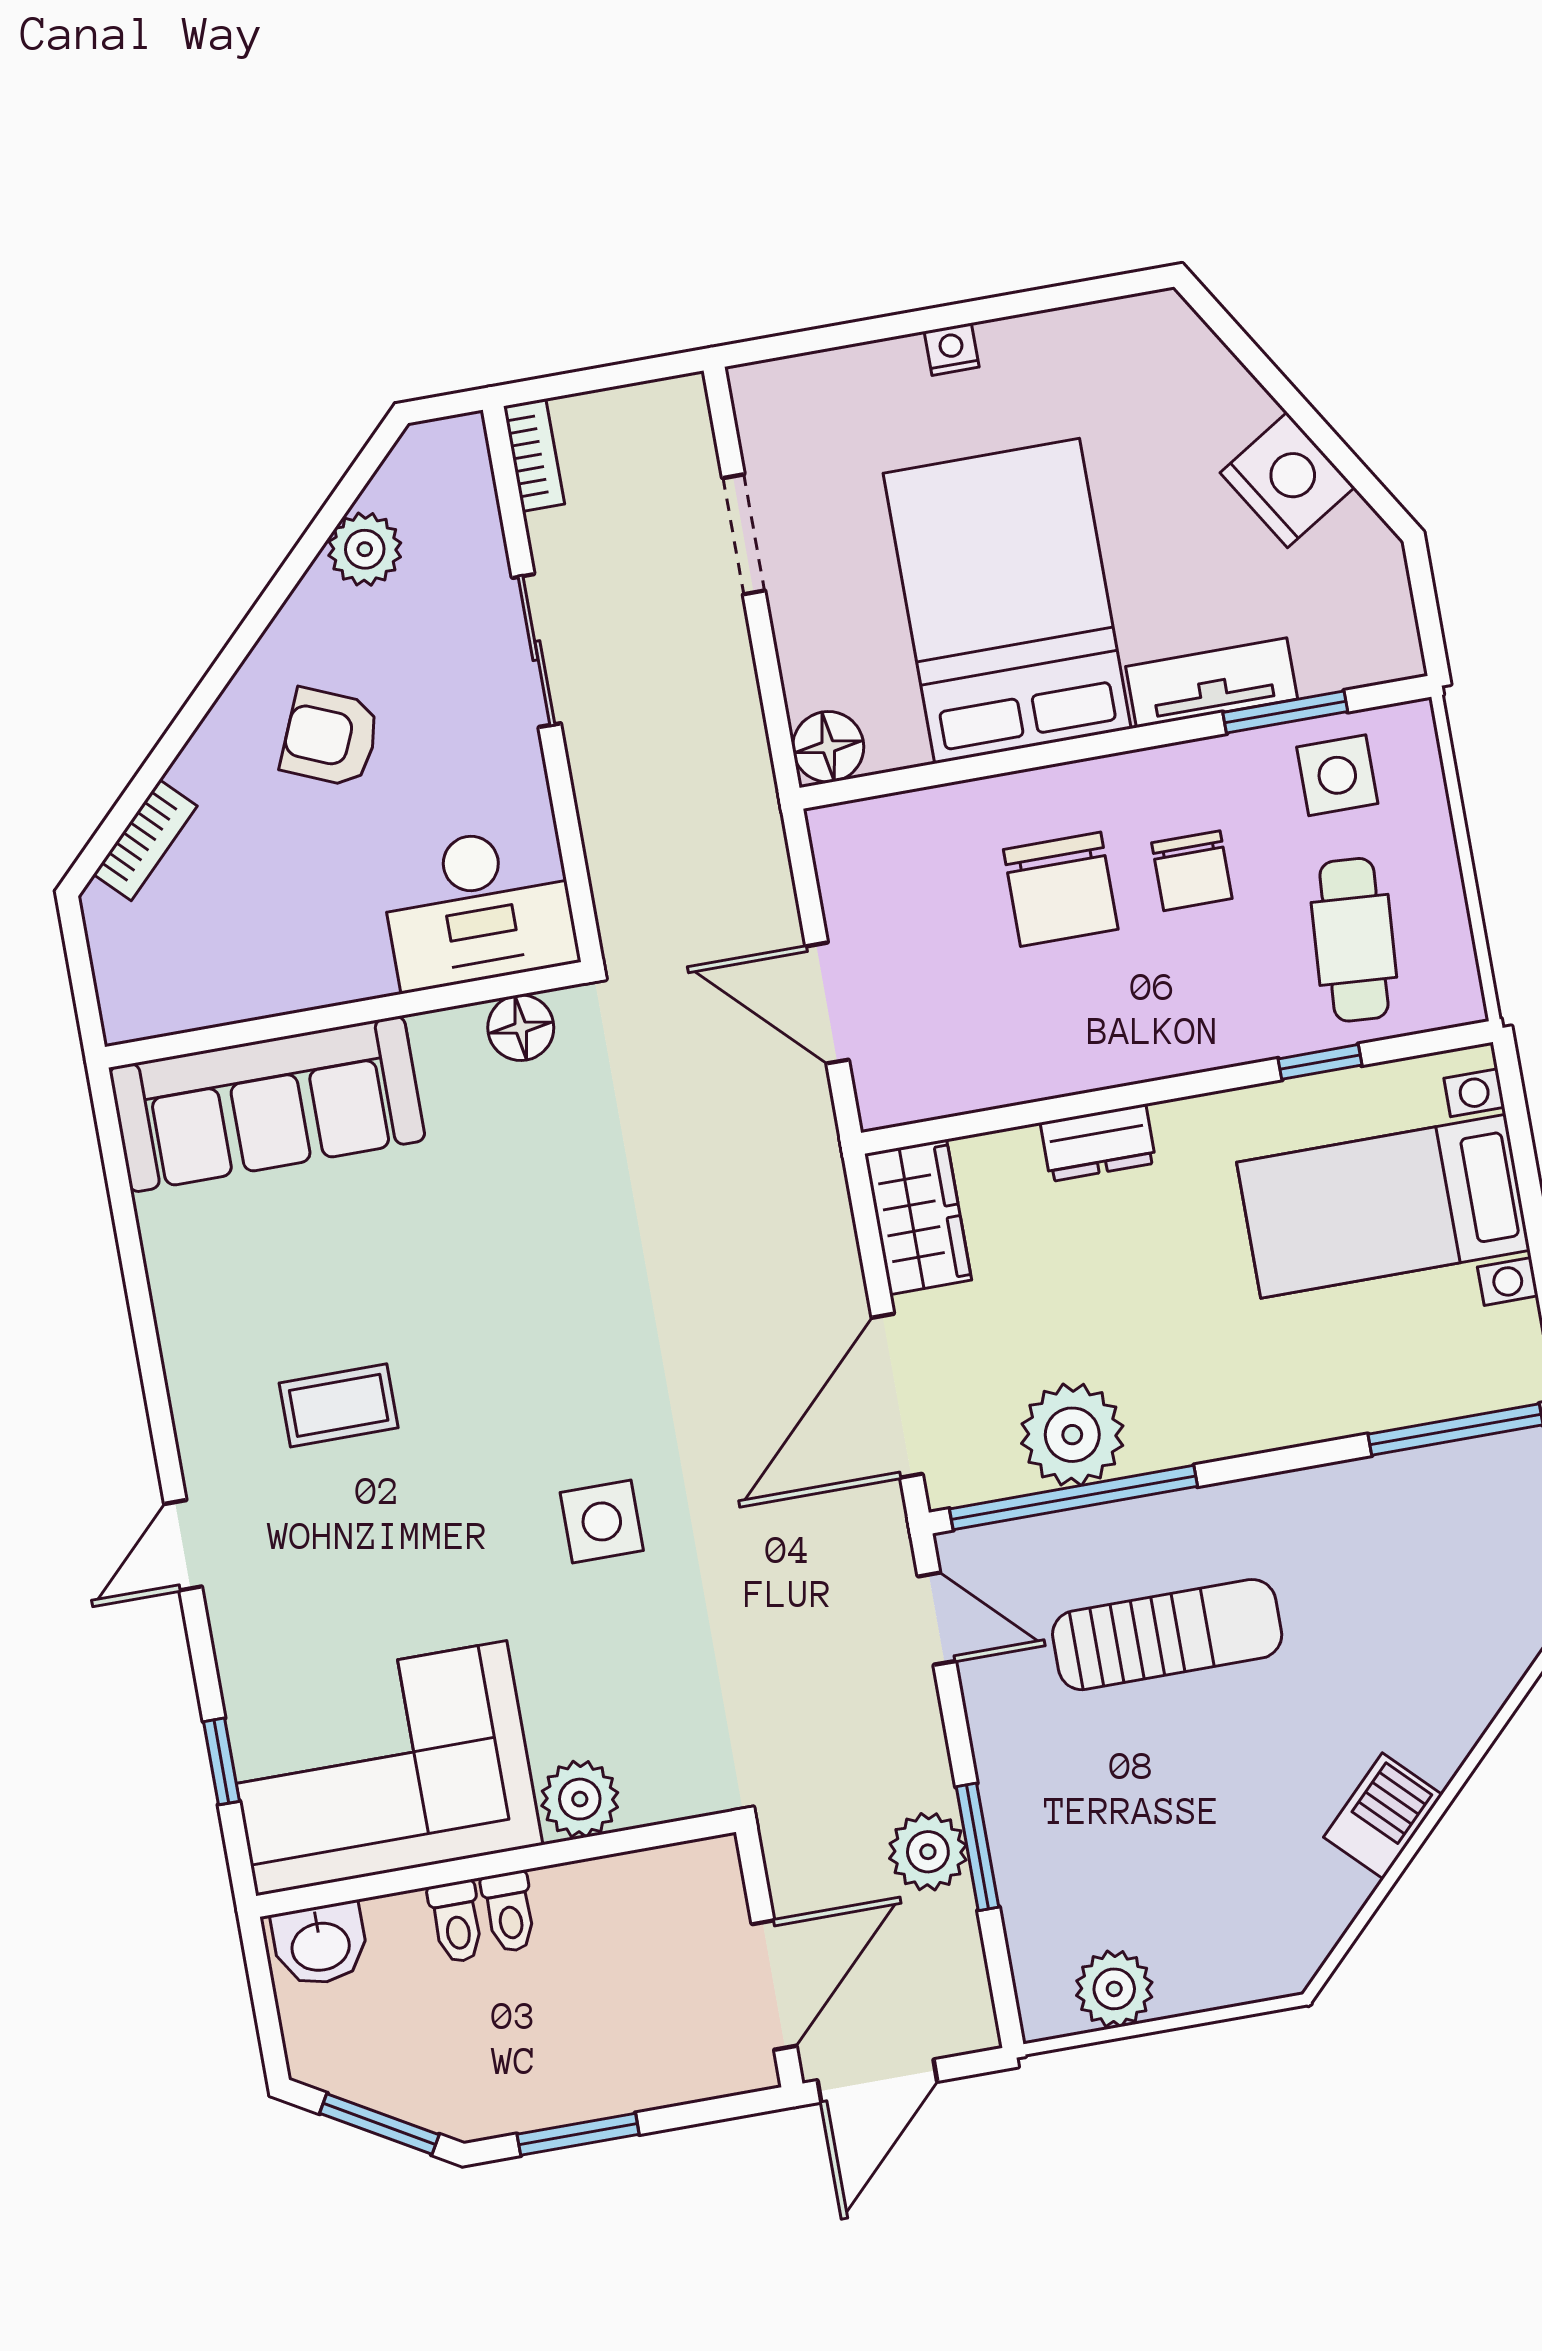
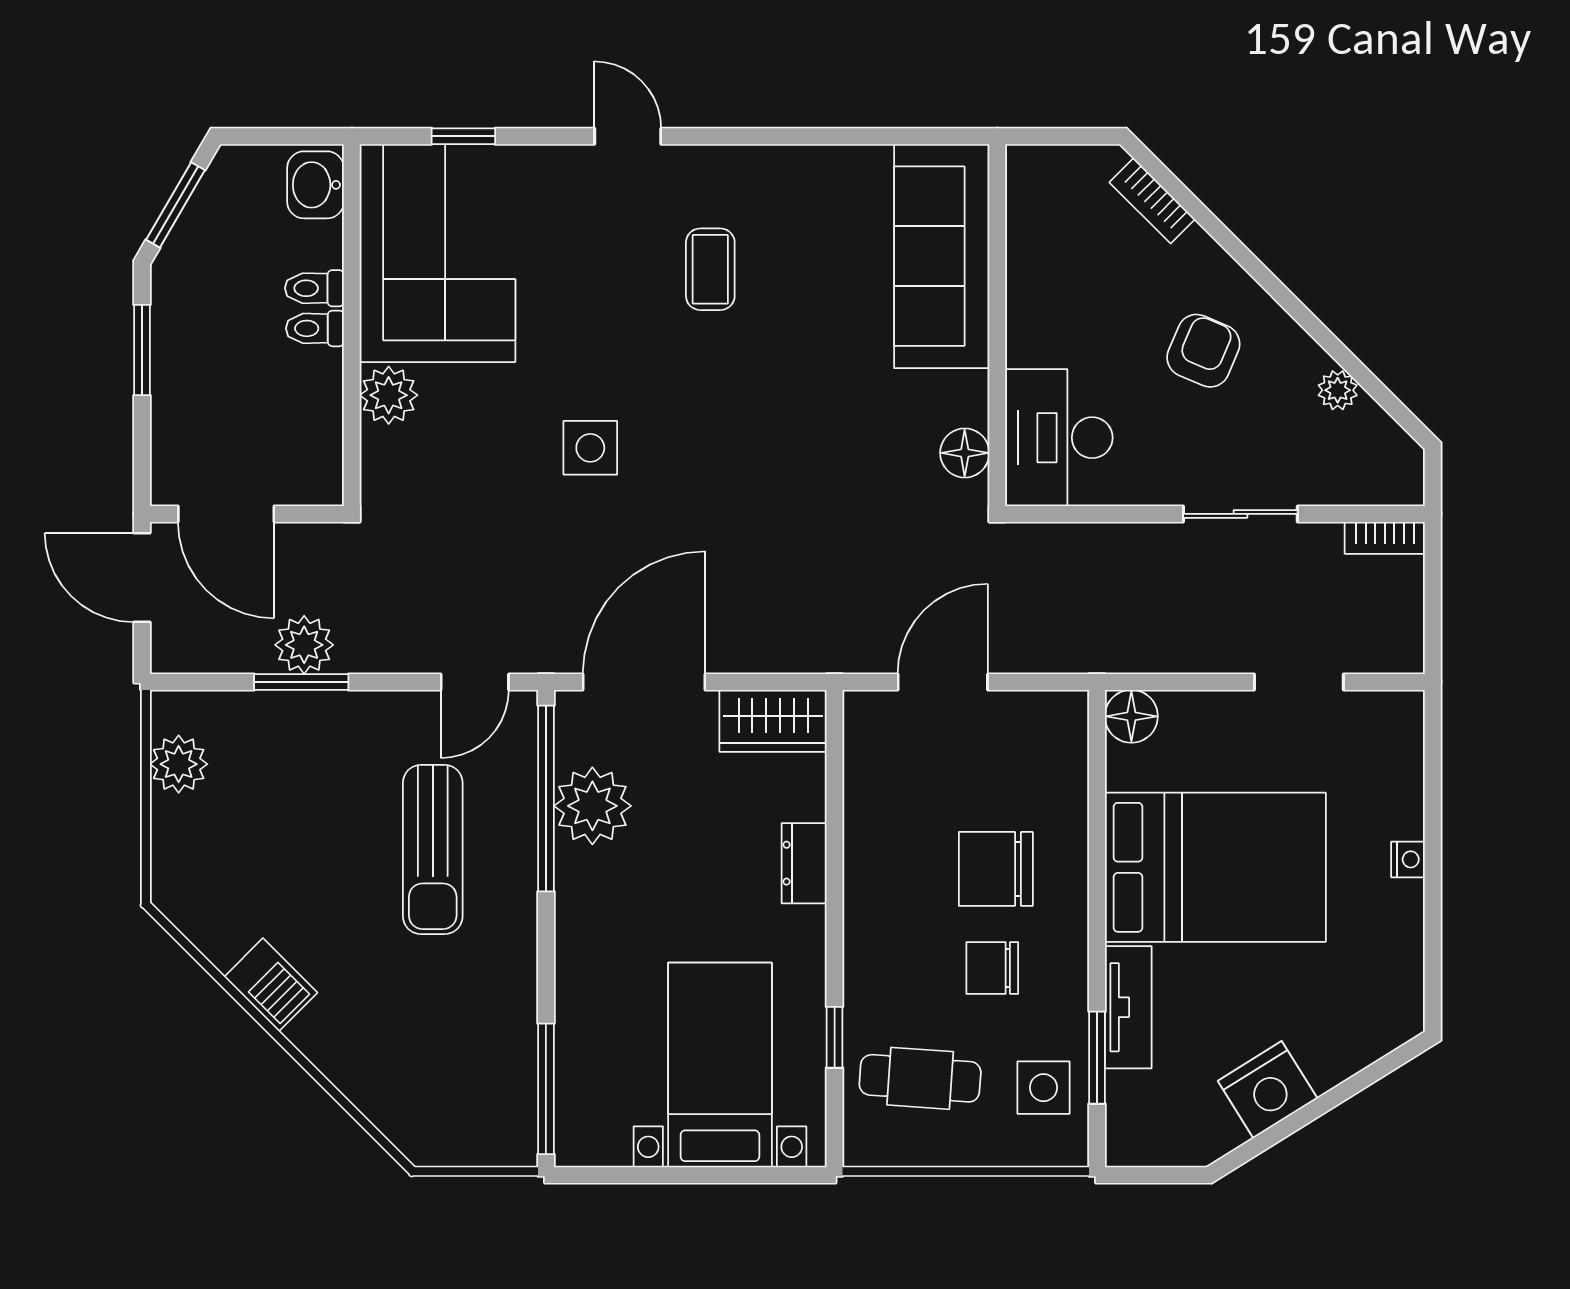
plant: (365, 549) -> (1338, 390), width x0.73, depth x0.73
door: (897, 1396) -> (644, 682), hinge flipped

